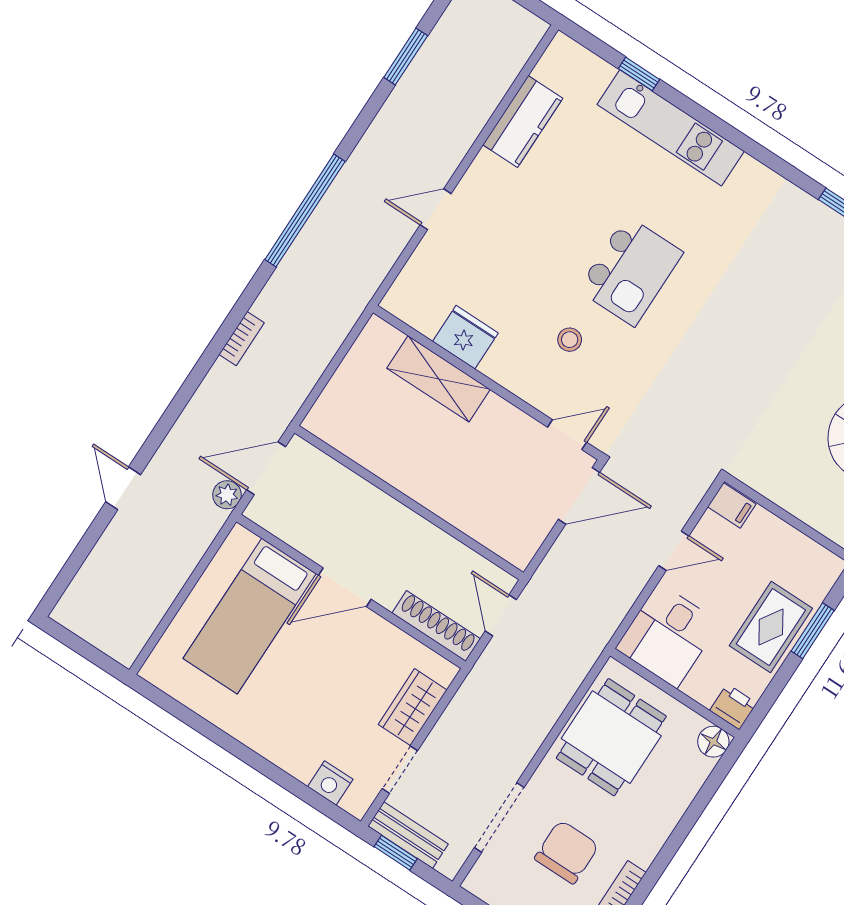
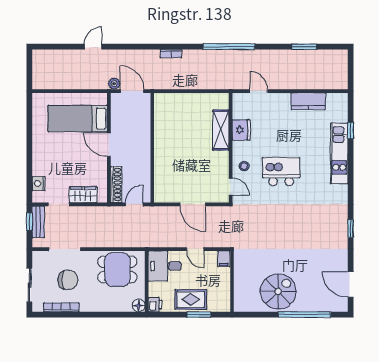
kitchen island: (630, 271) -> (281, 172), turned 180
fridge: (465, 337) -> (241, 130), moved
shelving: (438, 379) -> (221, 130), moved
wall: (488, 383) -> (231, 148), moved
door: (567, 435) -> (231, 187), moved

